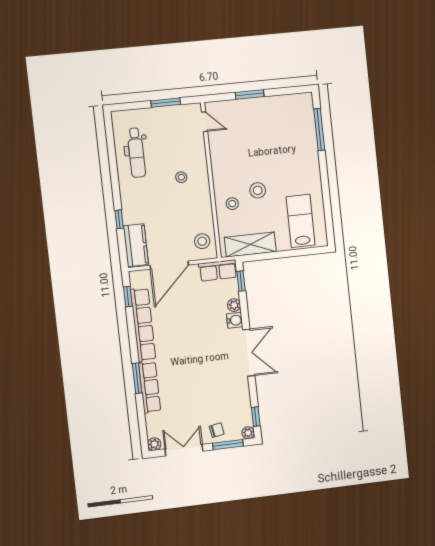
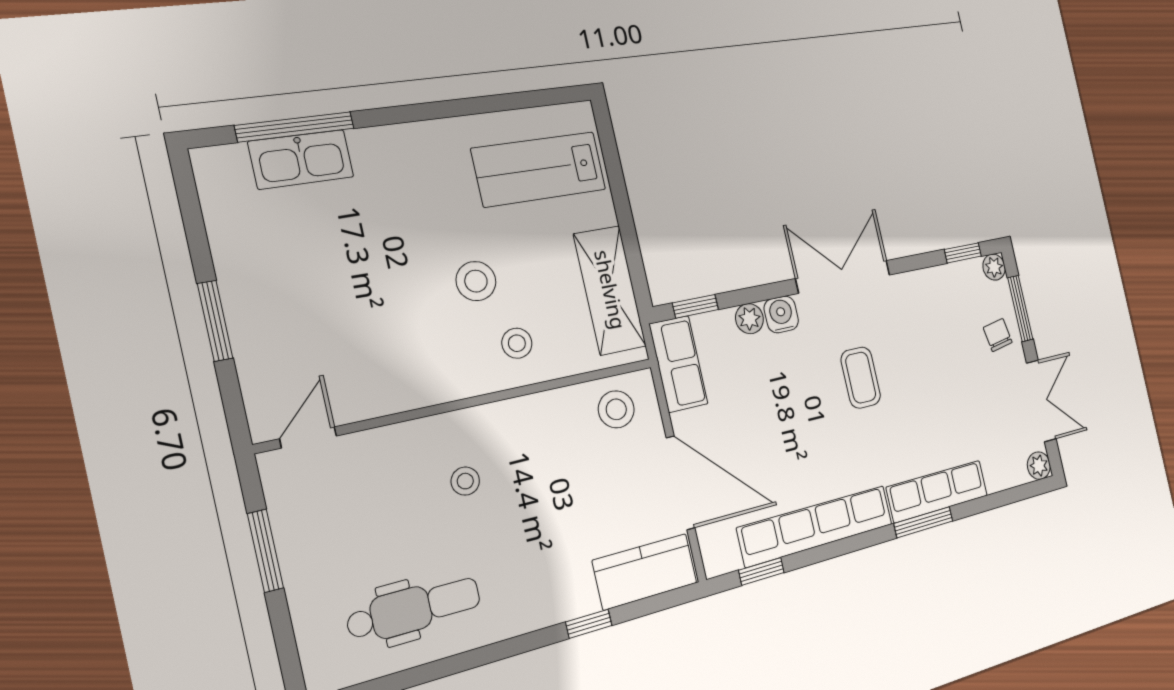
kitchen sink: (307, 130) -> (301, 159), added
coffee table: (204, 355) -> (861, 378), added
double door: (184, 450) -> (1041, 401), swing flipped

